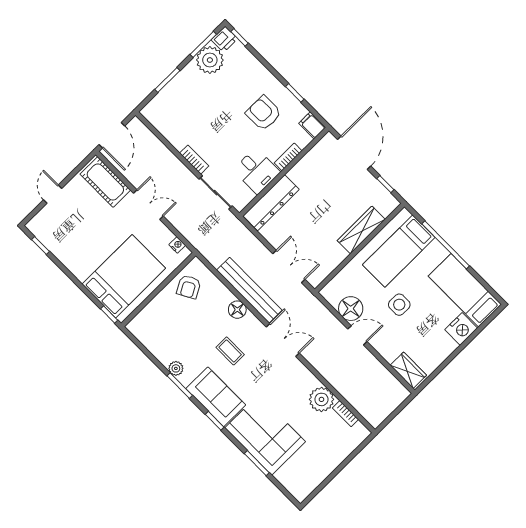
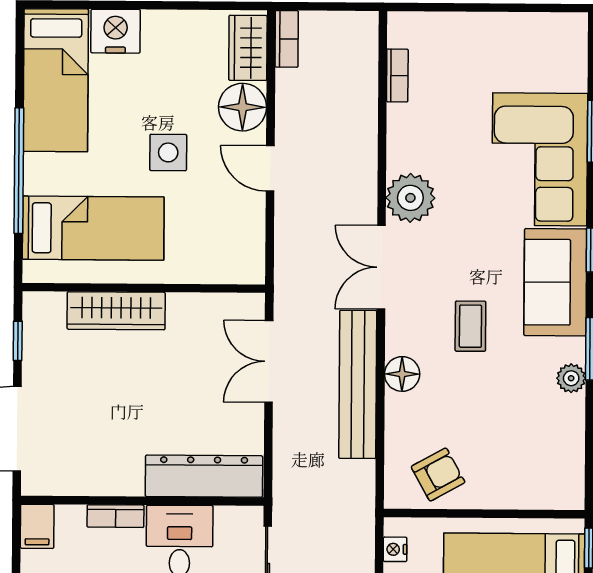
floor lamp: (351, 309) -> (242, 107), moved
bookcase: (398, 387) -> (287, 39), added
plant: (321, 399) -> (410, 198), moved

